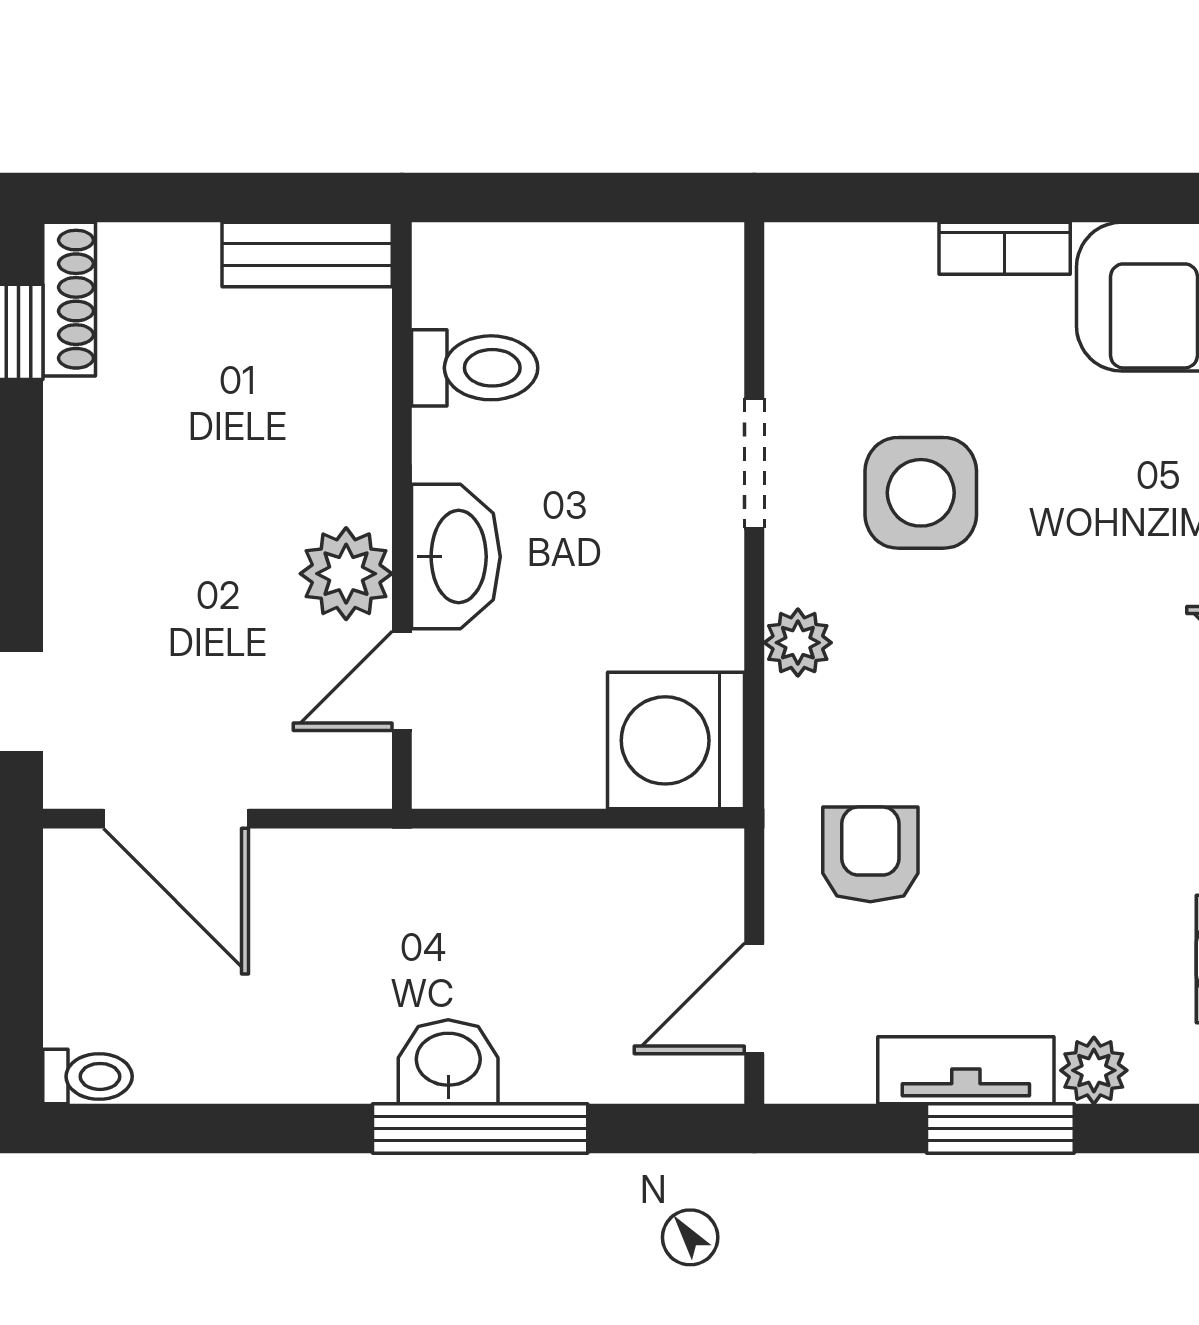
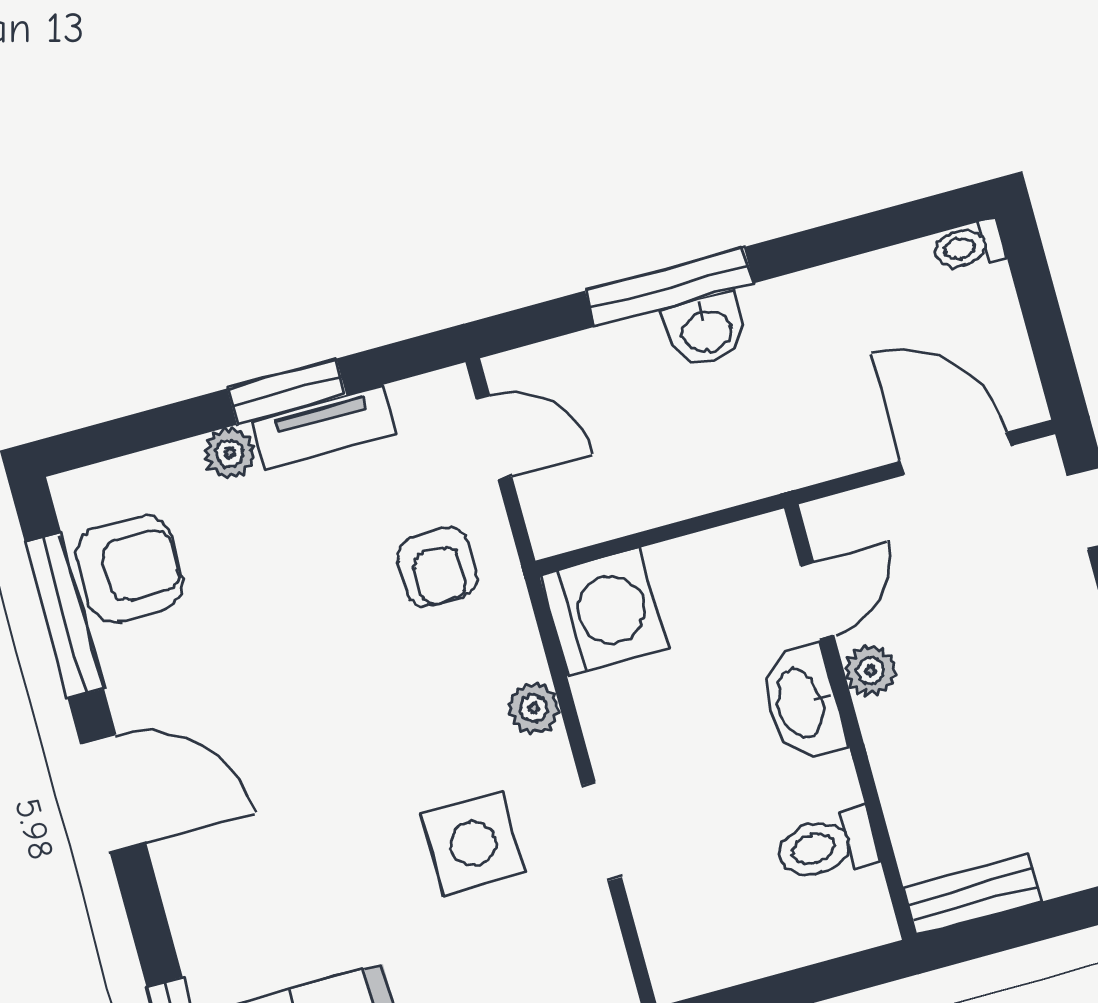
plant: (346, 574) -> (870, 671), width x0.73, depth x0.73
door: (754, 998) -> (494, 438), hinge flipped

